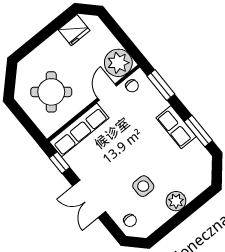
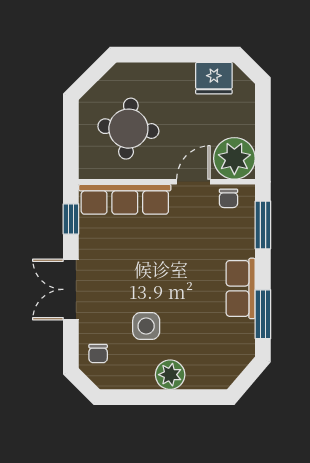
round table: (51, 92) -> (128, 129), turned -33

